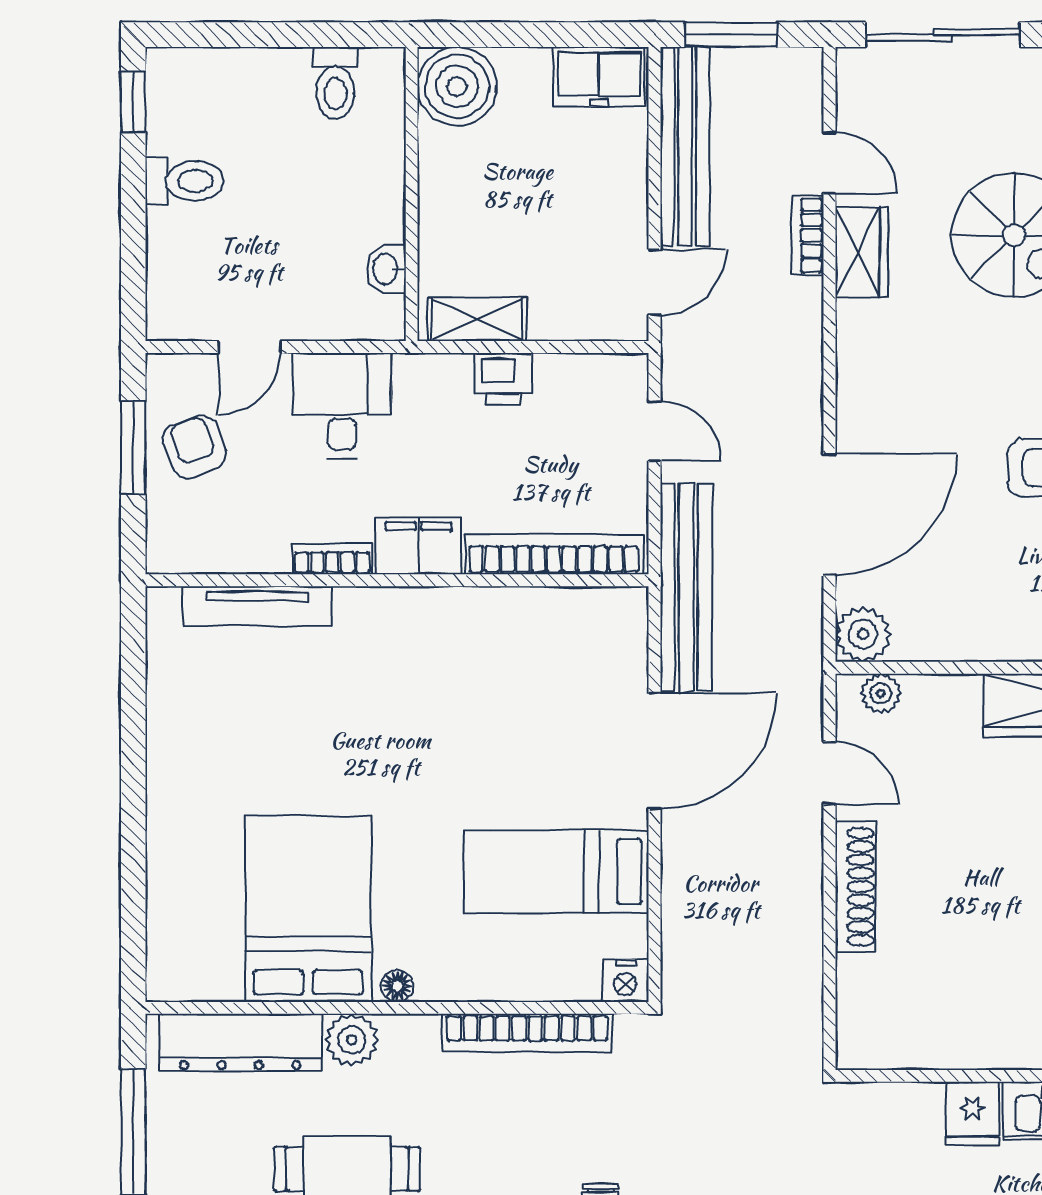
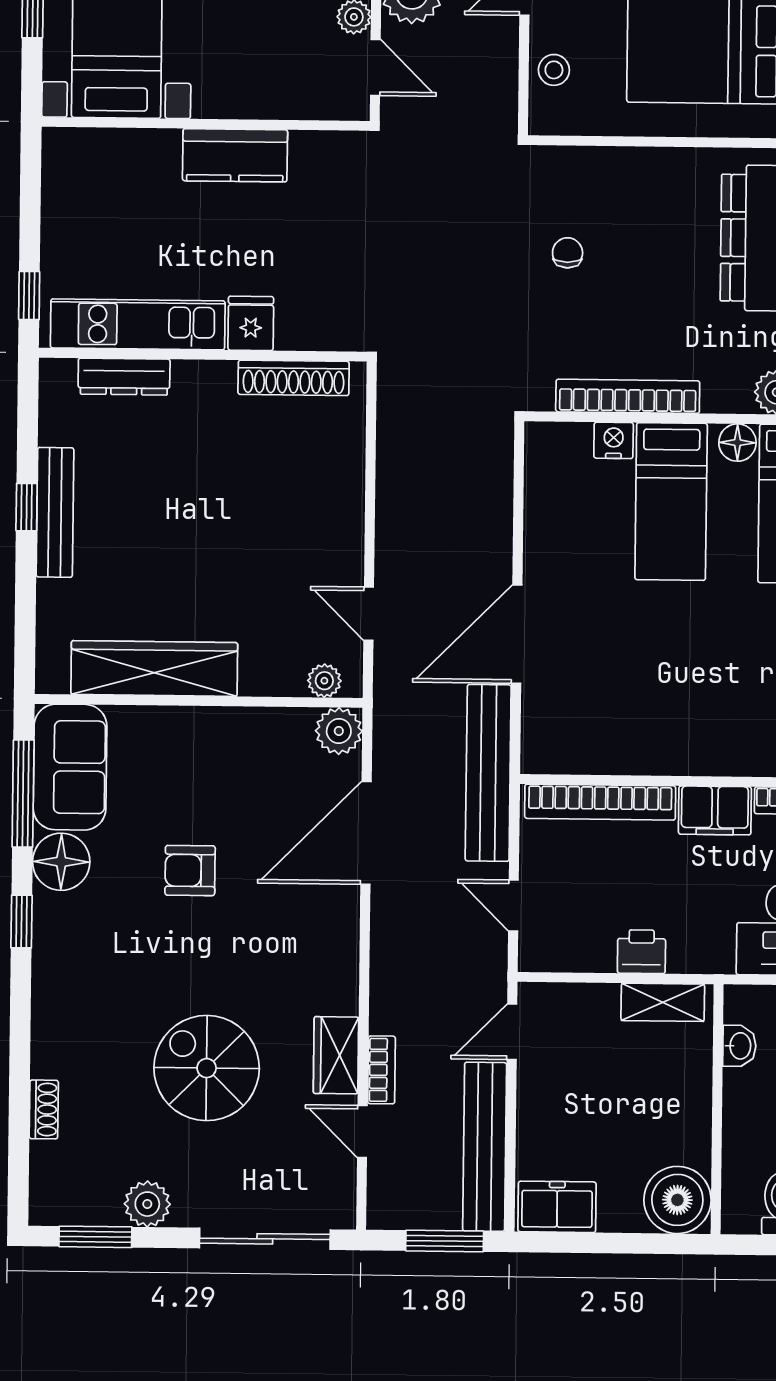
bed: (556, 872) -> (671, 502), moved, turned 90
shoe rack: (856, 887) -> (294, 378), moved, turned -90
nightstand: (626, 981) -> (614, 440), moved
floor lamp: (397, 986) -> (737, 443), width x1.37, depth x1.37

